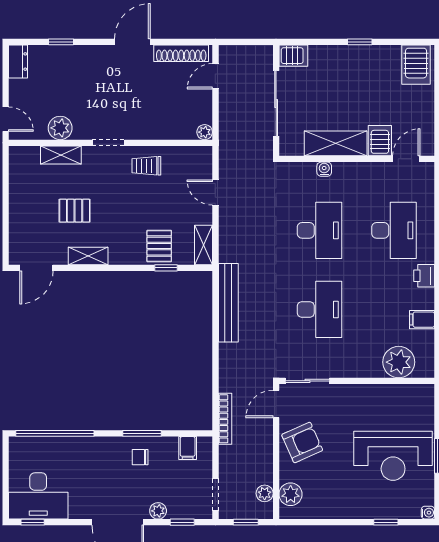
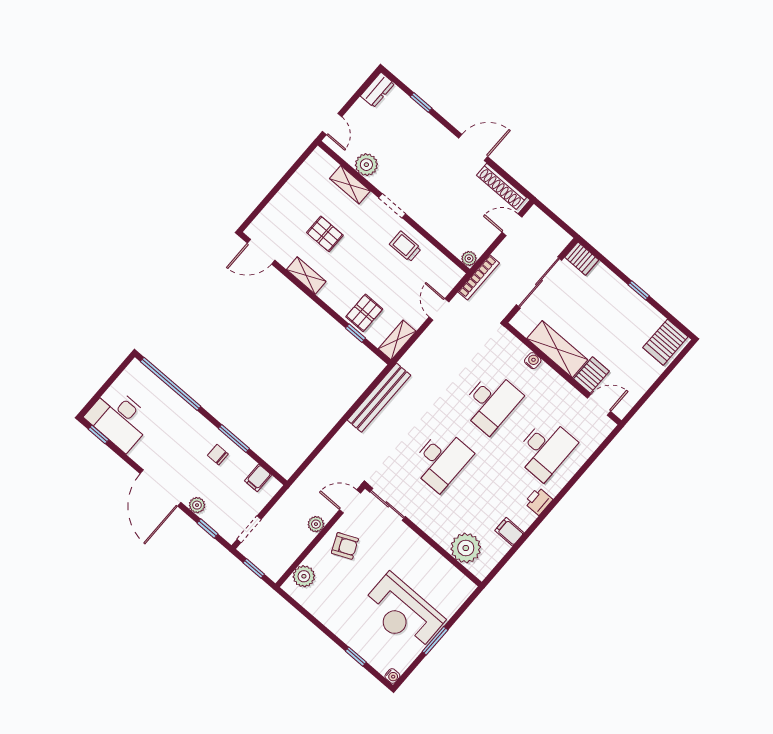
bookcase: (225, 419) -> (479, 277), moved
armchair: (302, 442) -> (345, 546), width x0.72, depth x0.72
plant: (265, 493) -> (316, 524), moved

